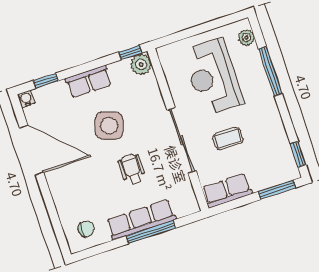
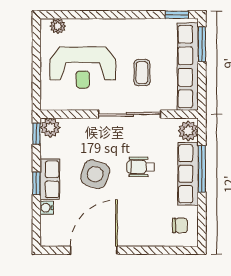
window: (270, 71) -> (95, 15), removed
window: (46, 81) -> (36, 183), moved
water cooler: (26, 99) -> (47, 208), moved
row of seats: (227, 191) -> (188, 67), width x2.02
plant: (185, 205) -> (188, 131), added
chair: (86, 229) -> (180, 225), turned 90

